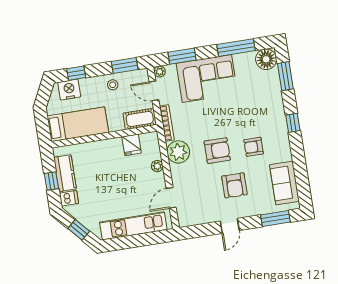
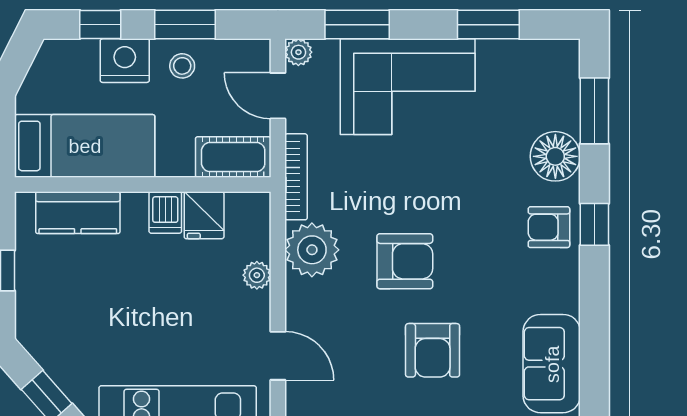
window: (236, 48) -> (488, 25), width x0.69
floor lamp: (266, 59) -> (555, 156), moved
window: (125, 65) -> (185, 25), moved
nightstand: (69, 90) -> (125, 61), moved
armchair: (254, 147) -> (549, 227), moved
kitchen counter: (65, 173) -> (78, 213), moved, turned 90
dishwasher: (69, 198) -> (165, 212), moved, turned 90
door: (171, 198) -> (278, 356), swing flipped

